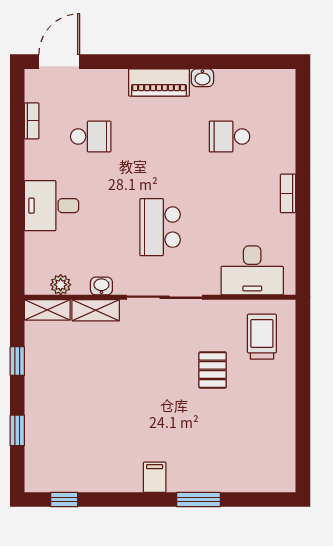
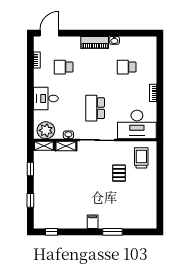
school desk: (91, 137) -> (64, 67), turned 180
desk: (252, 270) -> (137, 124), width x1.36, depth x1.30
plant: (61, 285) -> (46, 130), width x1.88, depth x1.88

